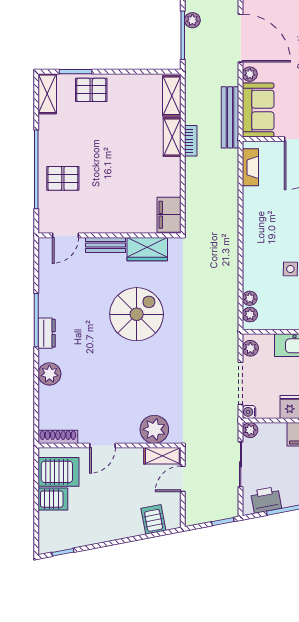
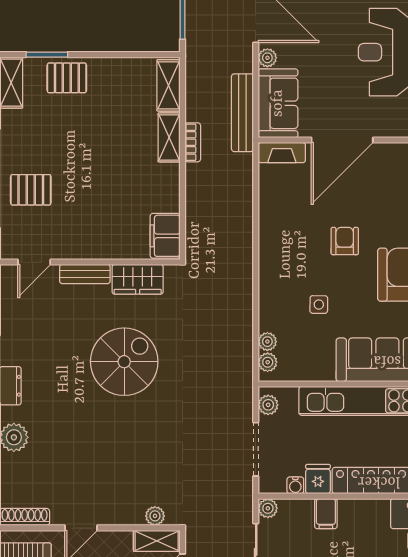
fireplace: (250, 167) -> (282, 153), moved, turned 90
water cooler: (249, 412) -> (295, 485), moved, turned -90
plant: (154, 429) -> (155, 516), width x0.53, depth x0.53

